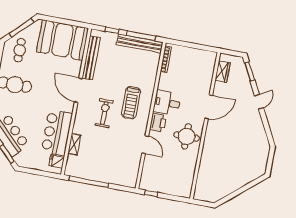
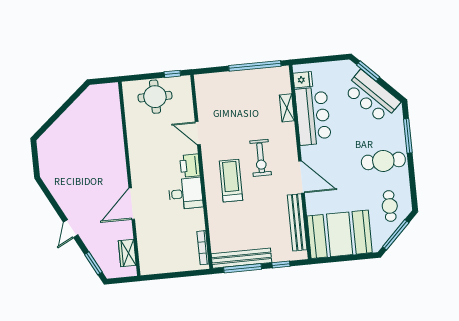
round table: (186, 136) -> (155, 97), moved

